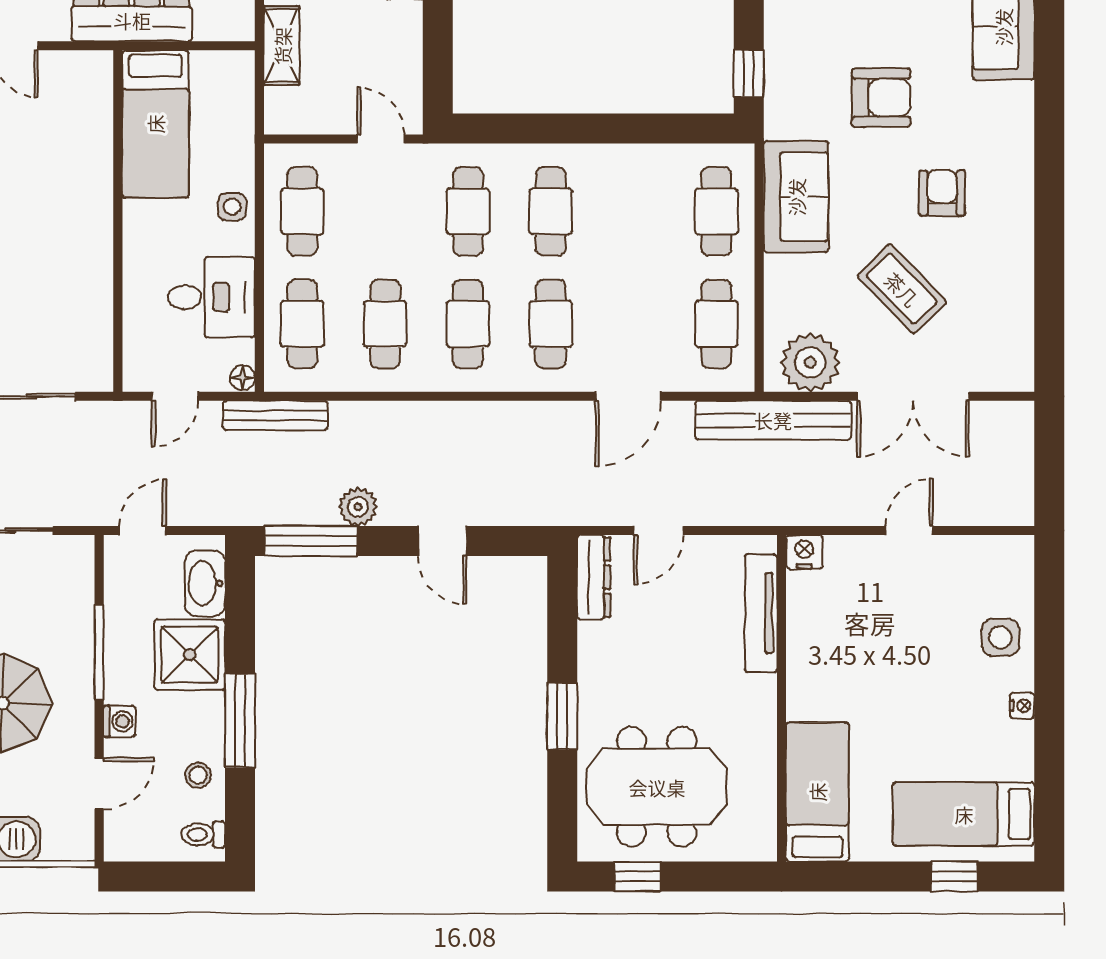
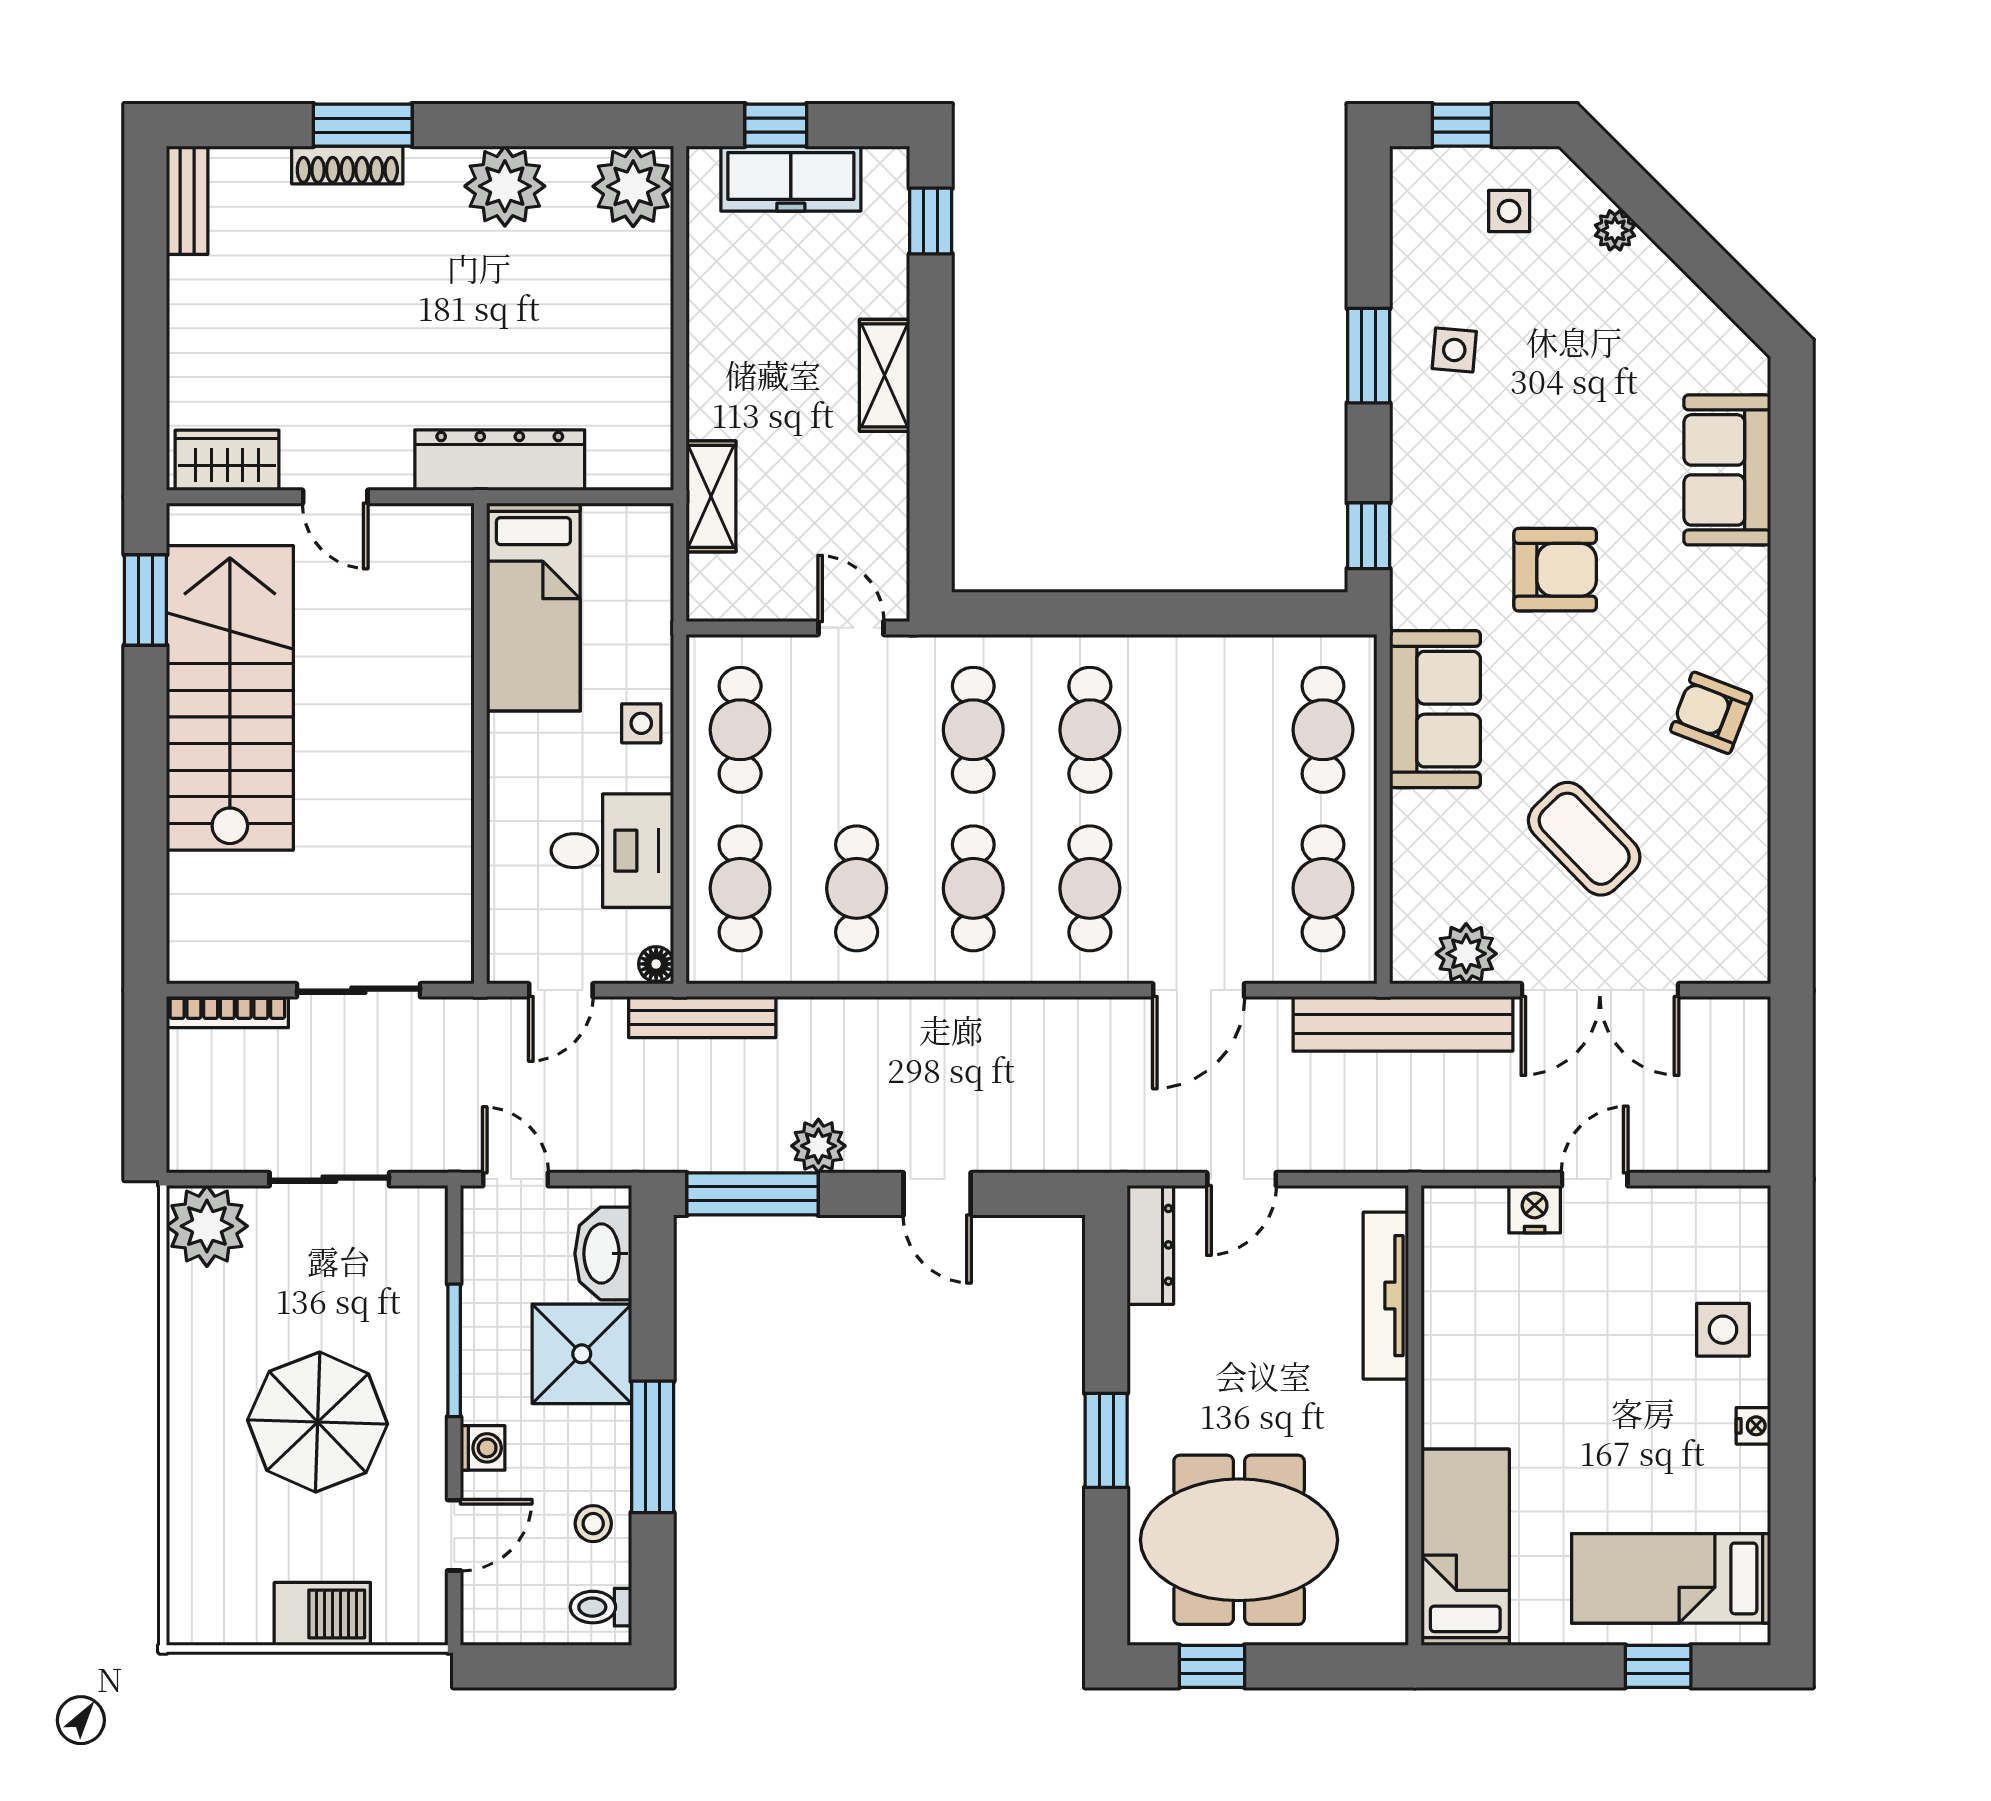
armchair: (942, 193) -> (1711, 713), moved, turned -69
plant: (810, 363) -> (1466, 954), width x0.73, depth x0.73
door: (143, 531) -> (515, 1179), hinge flipped
nightstand: (804, 552) -> (1535, 1209), moved

